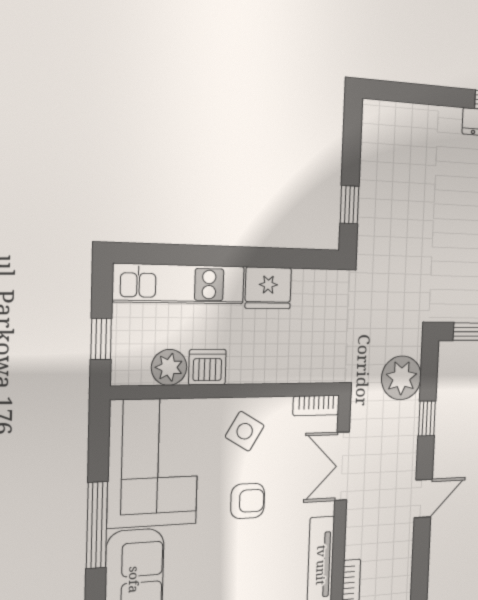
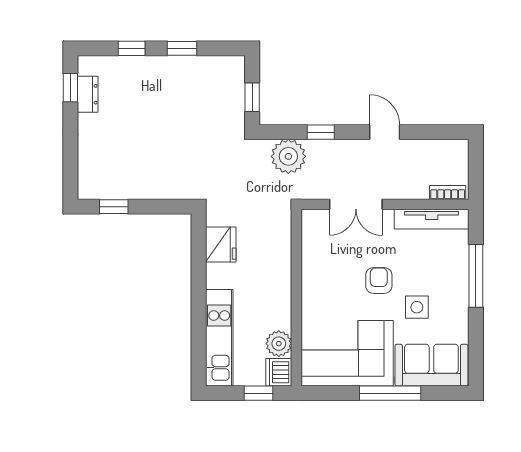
window: (349, 205) -> (114, 207), moved
fridge: (268, 288) -> (221, 244), moved
dishwasher: (207, 367) -> (279, 372), moved
bookcase: (316, 406) -> (309, 228), removed
side table: (245, 431) -> (417, 307), moved, turned -31

